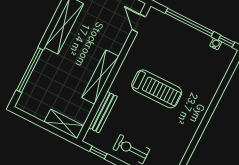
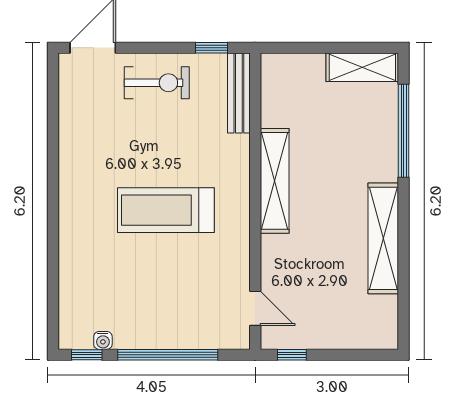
bench: (103, 112) -> (239, 93), moved
shelving: (64, 124) -> (362, 67), moved

